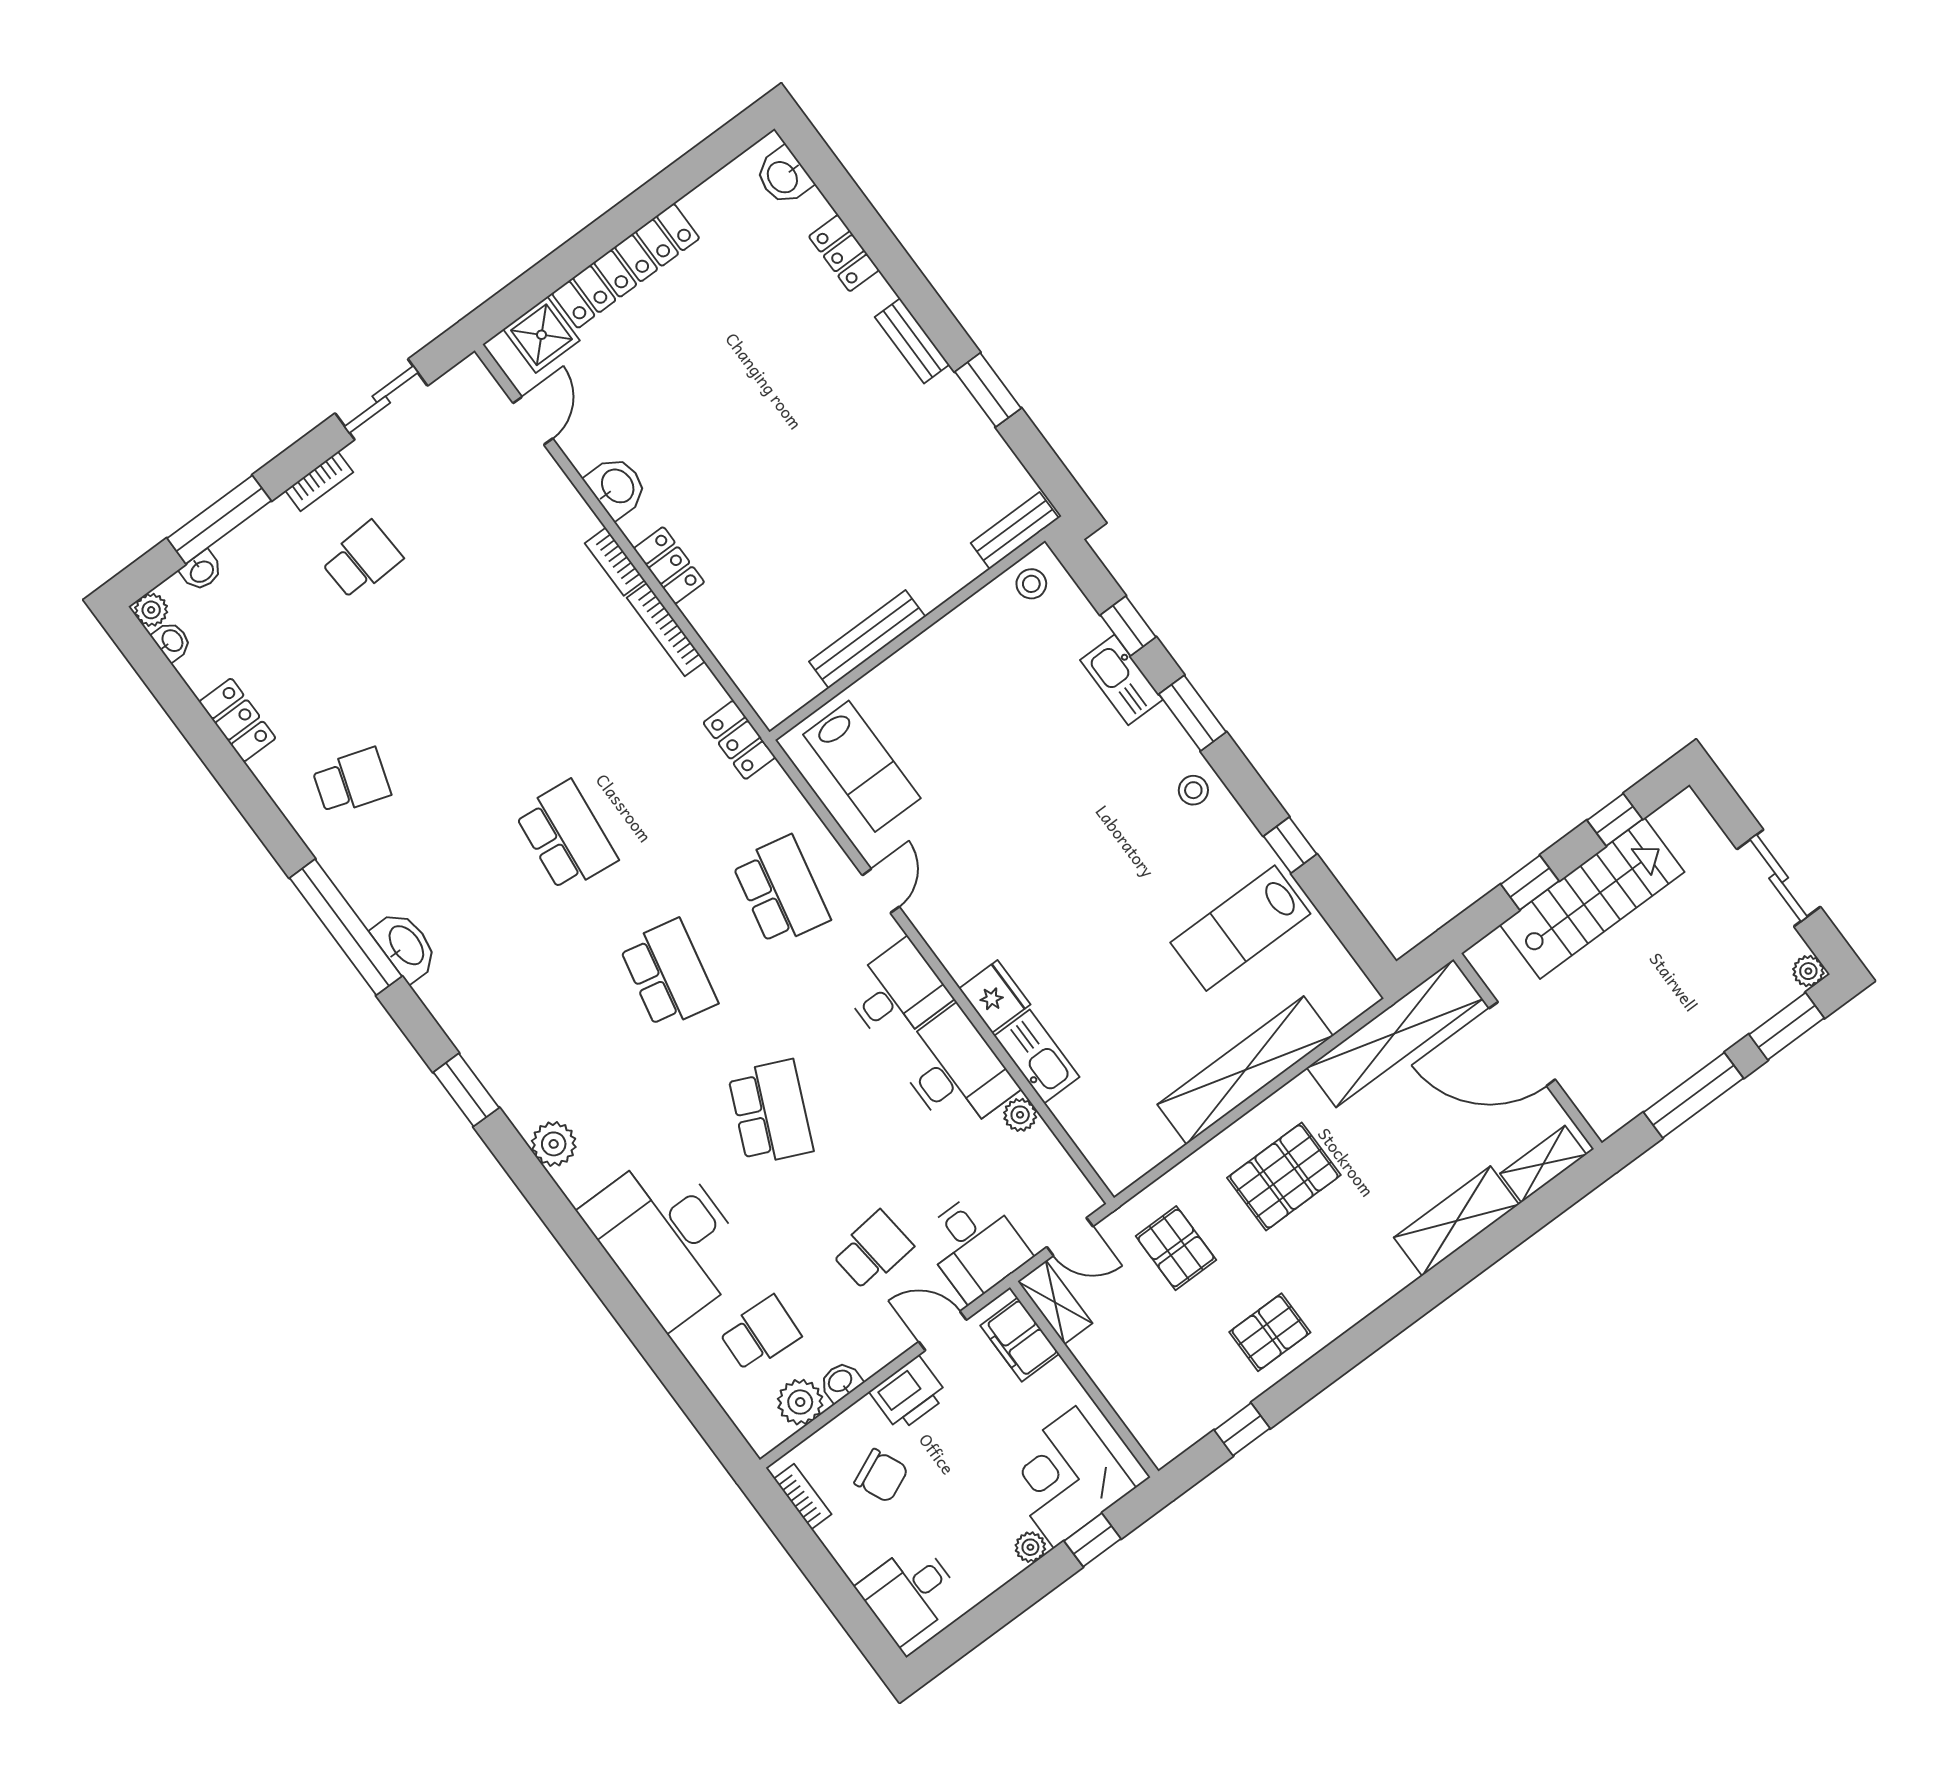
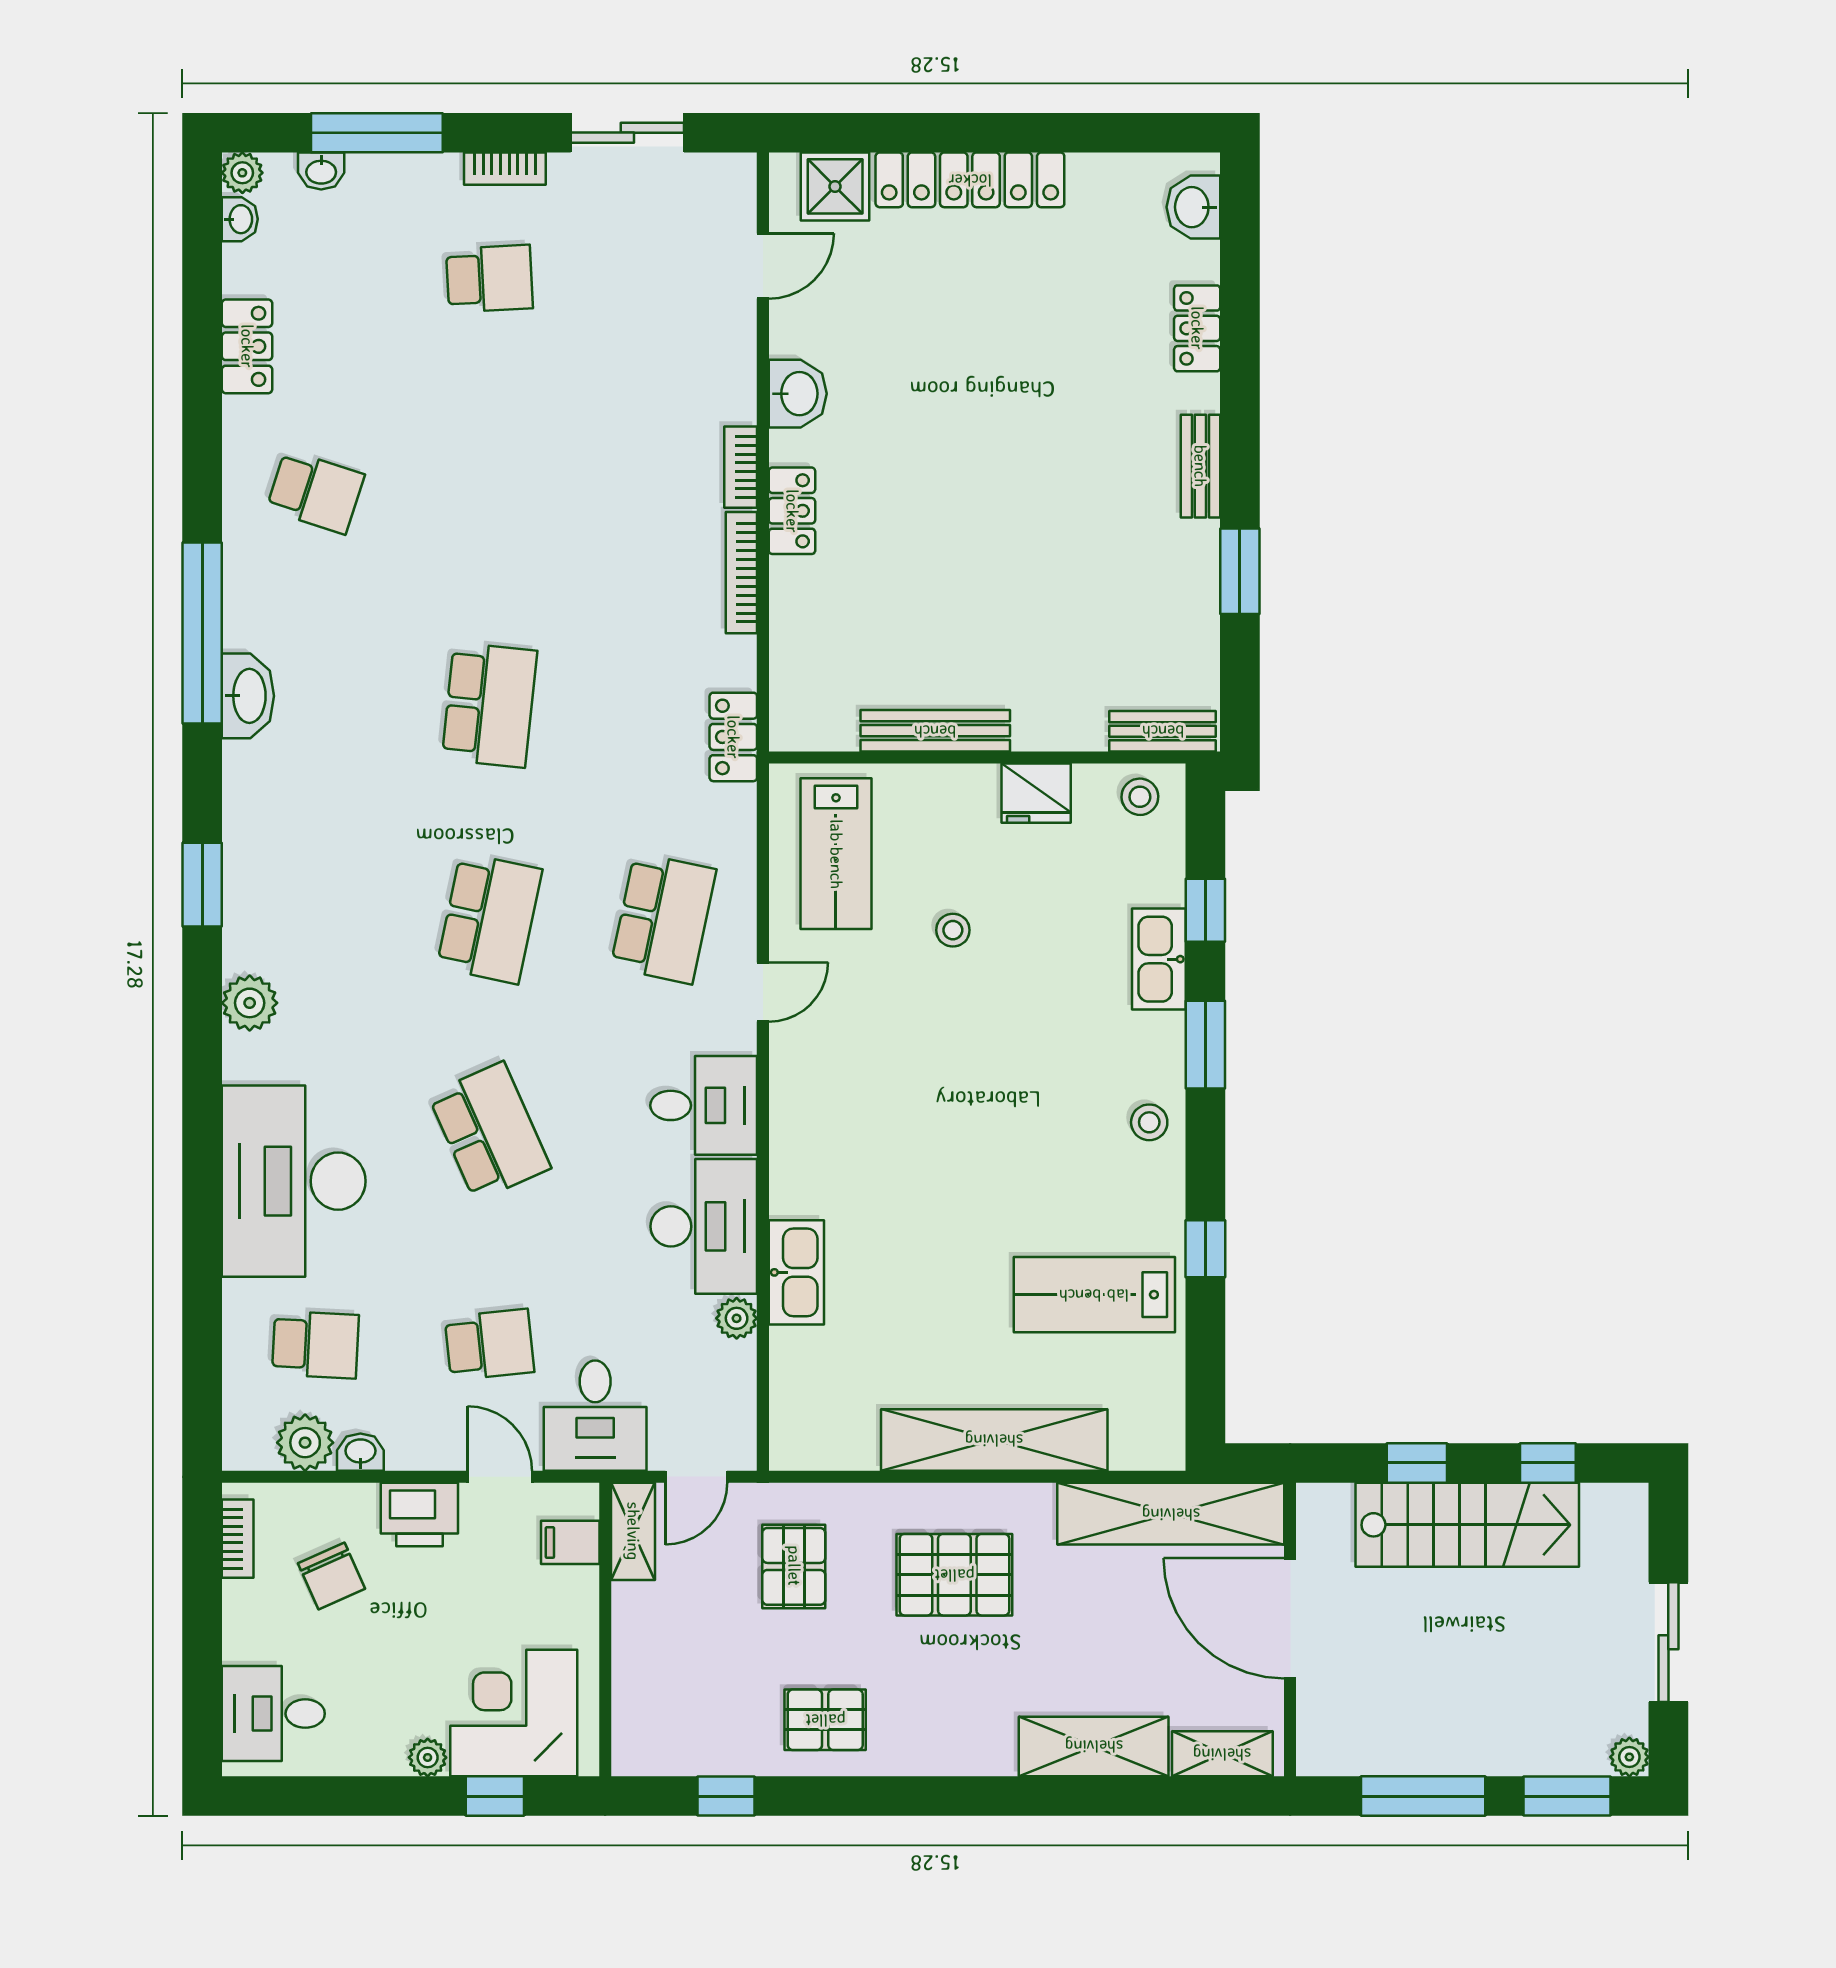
stool: (974, 760) -> (953, 930), added
fridge: (995, 997) -> (1036, 793), moved, turned 90
school desk: (771, 1112) -> (489, 1131), turned -48
door: (1070, 1237) -> (696, 1477), hinge flipped
filing cabinet: (1020, 1340) -> (570, 1542), width x0.50

